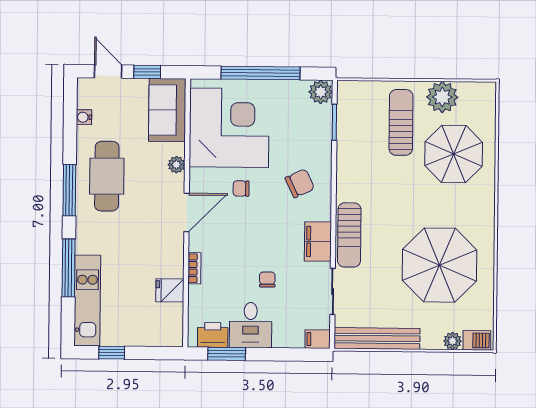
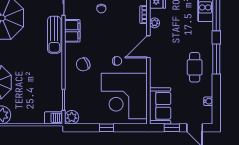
window: (261, 73) -> (107, 128), width x0.32
barbecue: (352, 91) -> (53, 118), added
sun lounger: (401, 122) -> (25, 100), removed
plant: (176, 165) -> (155, 23), moved
cafe table: (107, 176) -> (195, 67), width x0.73, depth x0.74
sun lounger: (349, 235) -> (54, 35), turned 180

